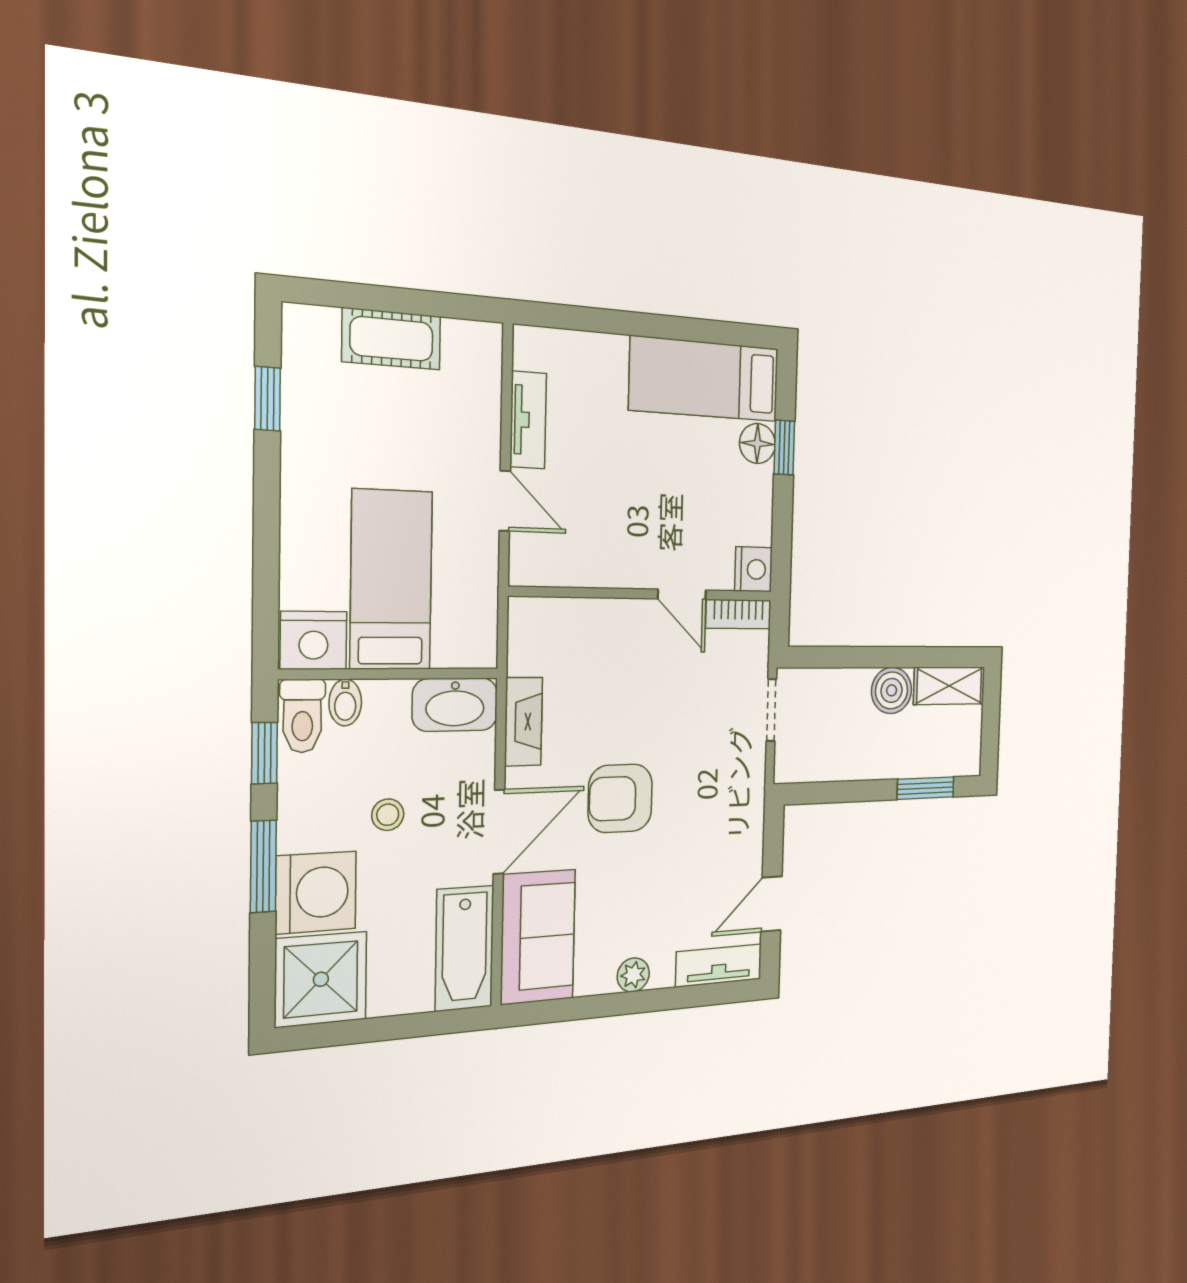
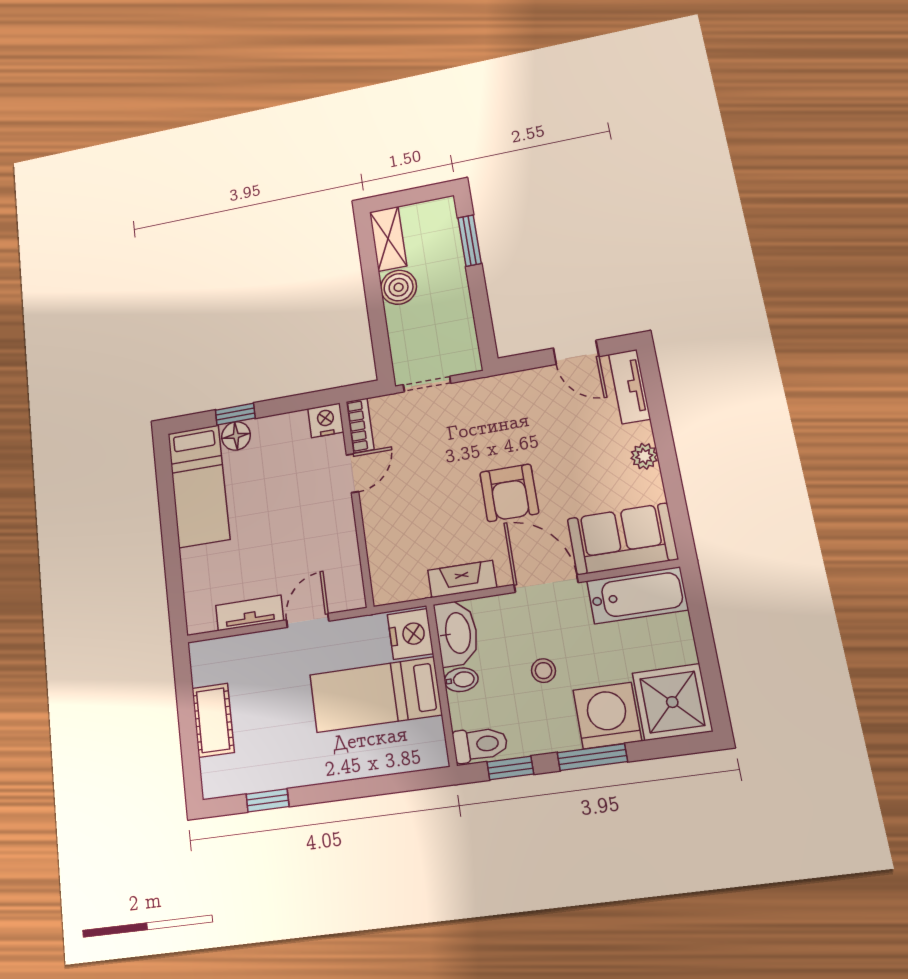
nightstand: (314, 640) -> (410, 634), moved
bidet: (345, 702) -> (461, 680), moved

